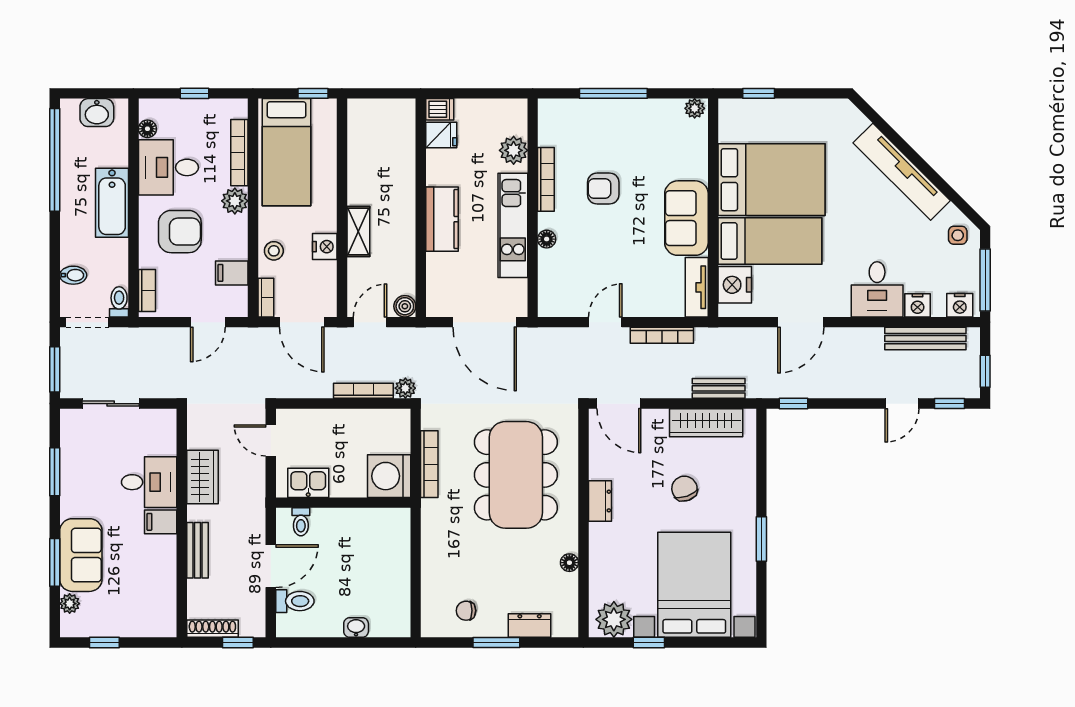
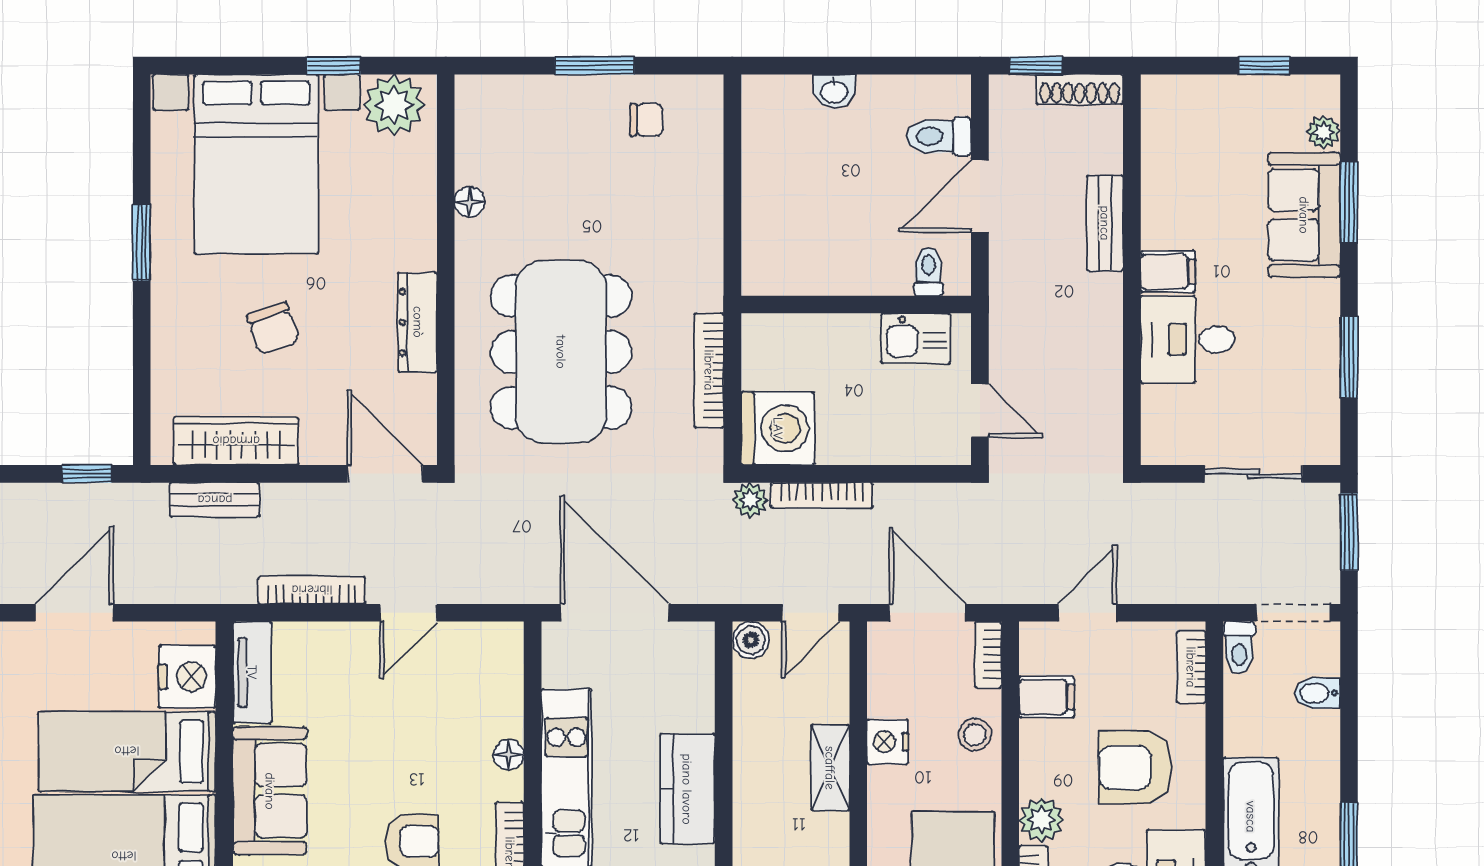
washing machine: (389, 476) -> (778, 428), moved
wardrobe: (202, 477) -> (1097, 348), removed
dresser: (600, 501) -> (418, 322), width x1.44
dresser: (530, 626) -> (538, 95), removed

